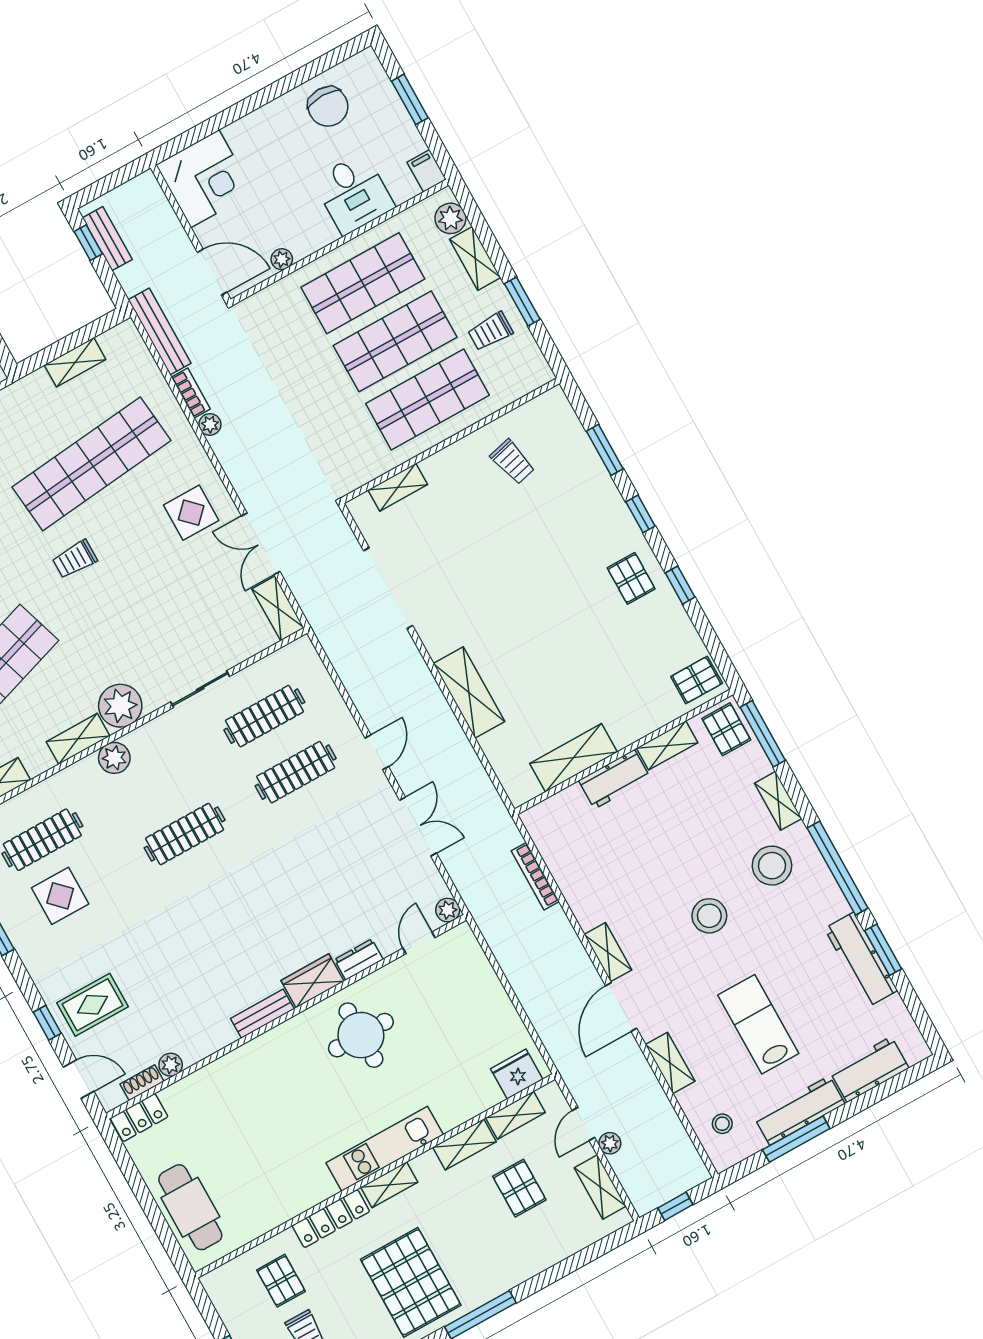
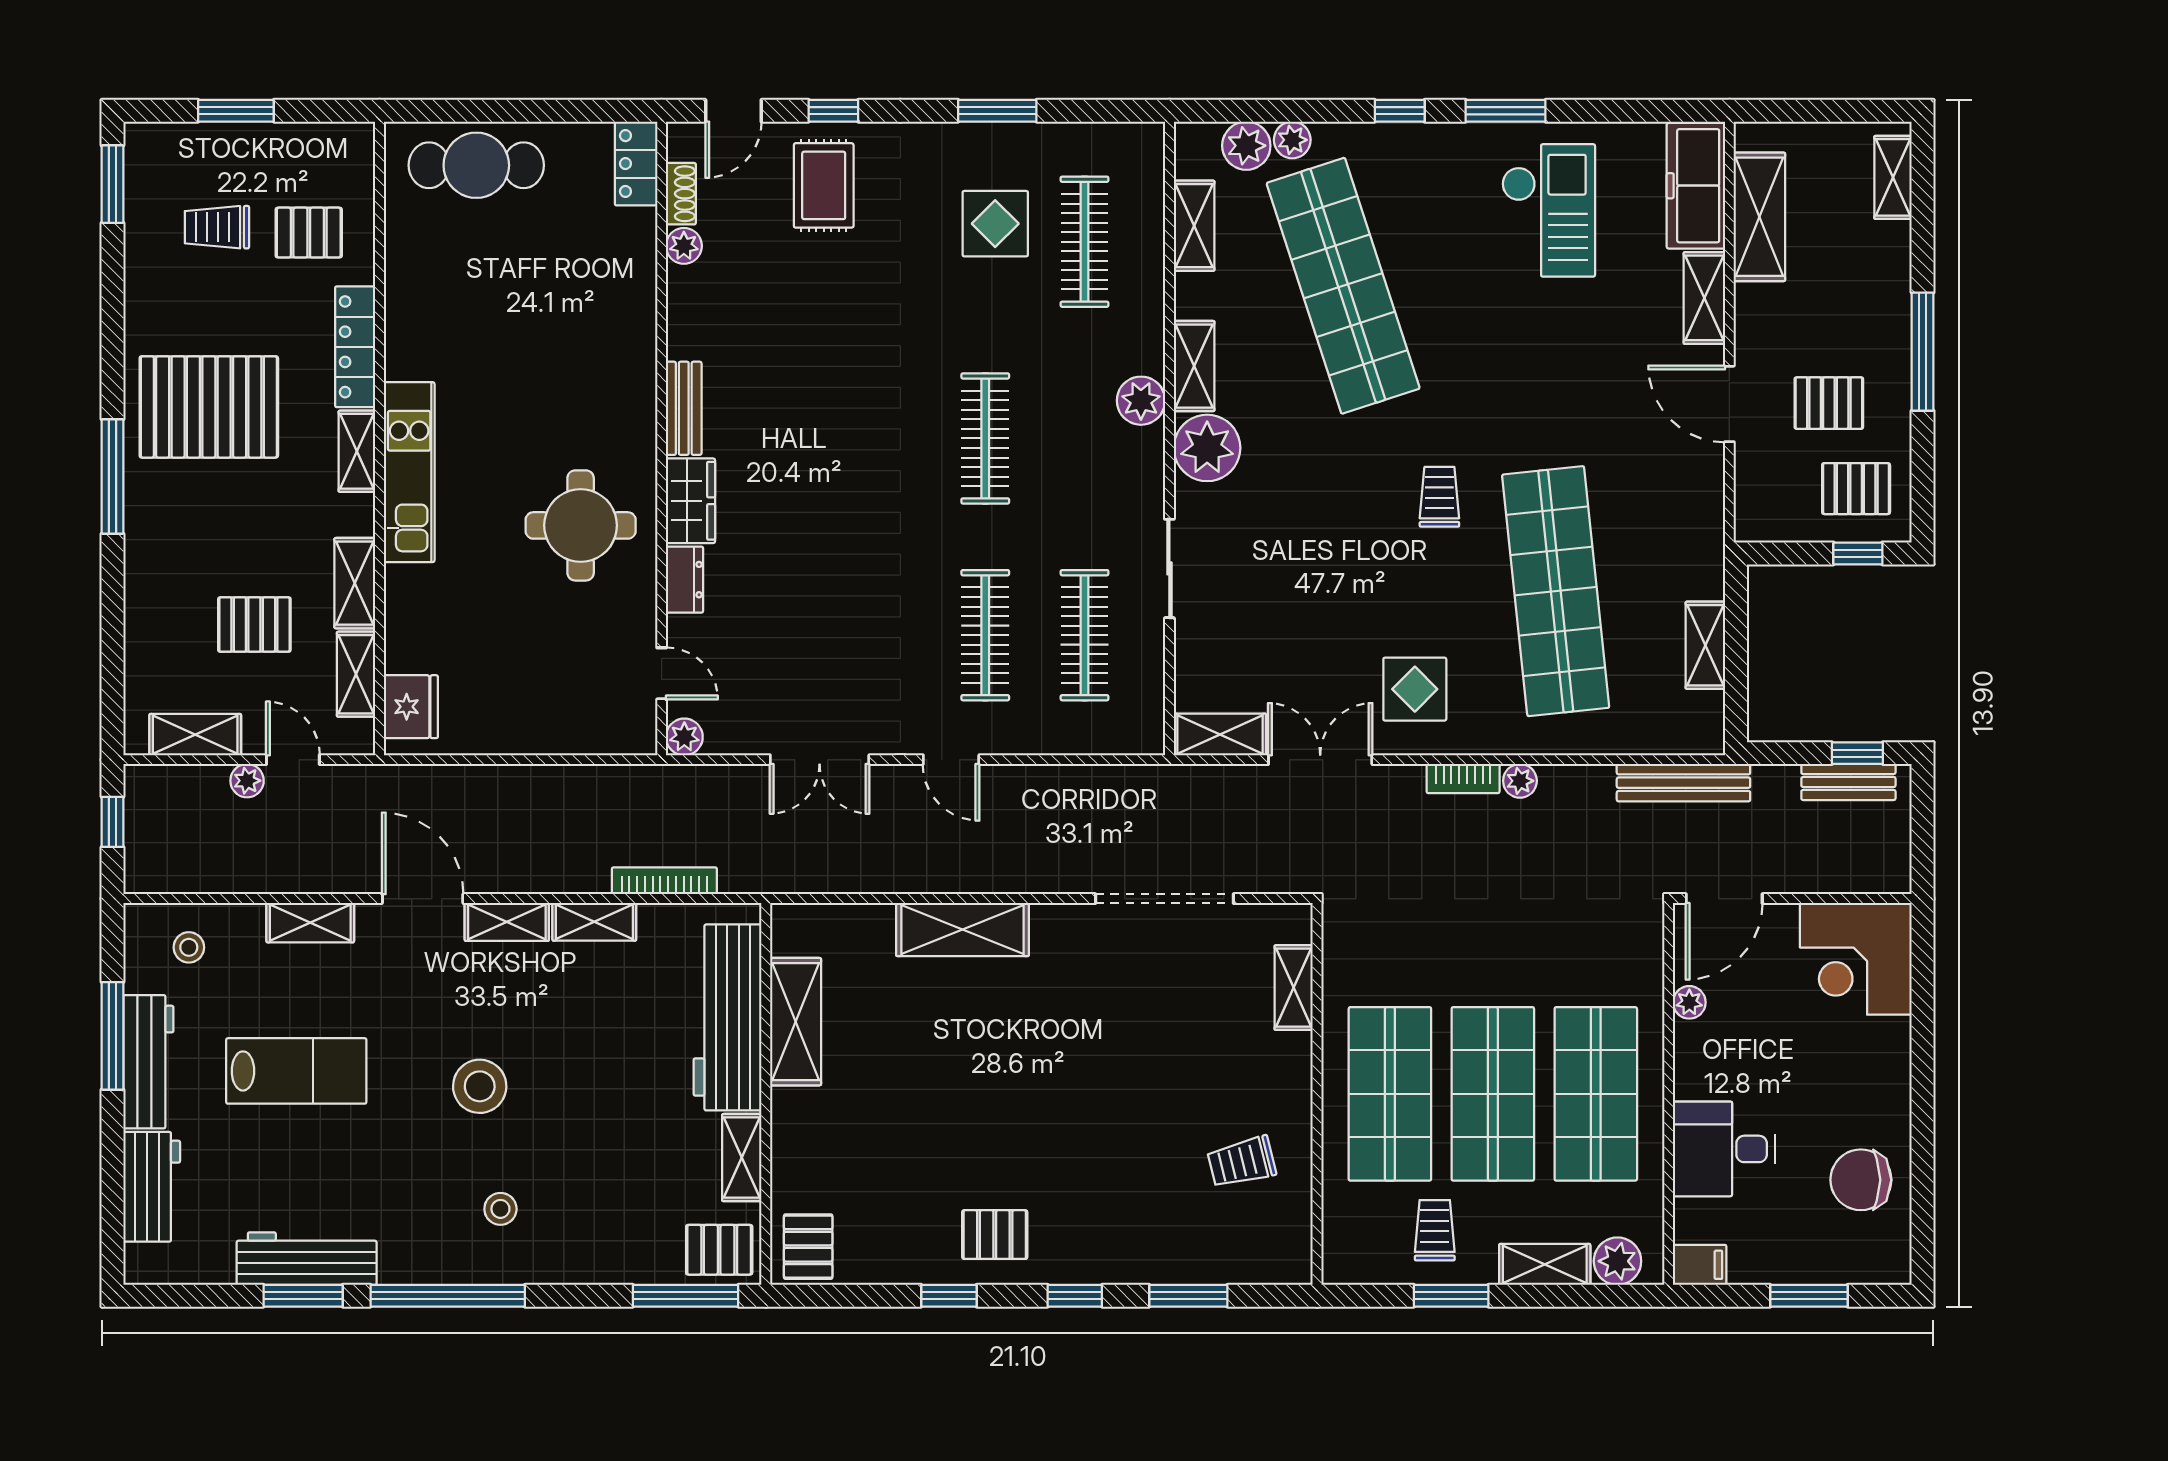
bookcase: (191, 393) -> (1463, 779), moved
workbench: (614, 779) -> (728, 1017), width x1.88, depth x1.32
shelving: (778, 801) -> (594, 922), moved
stool: (772, 866) -> (500, 1209), width x0.53, depth x0.53

